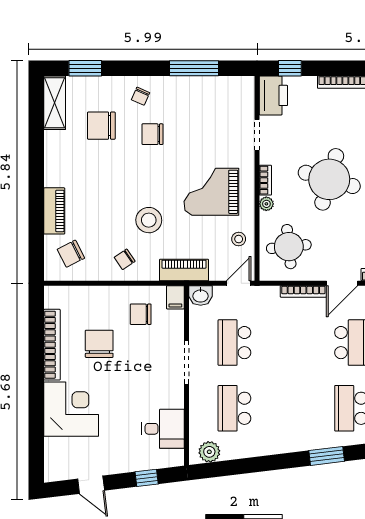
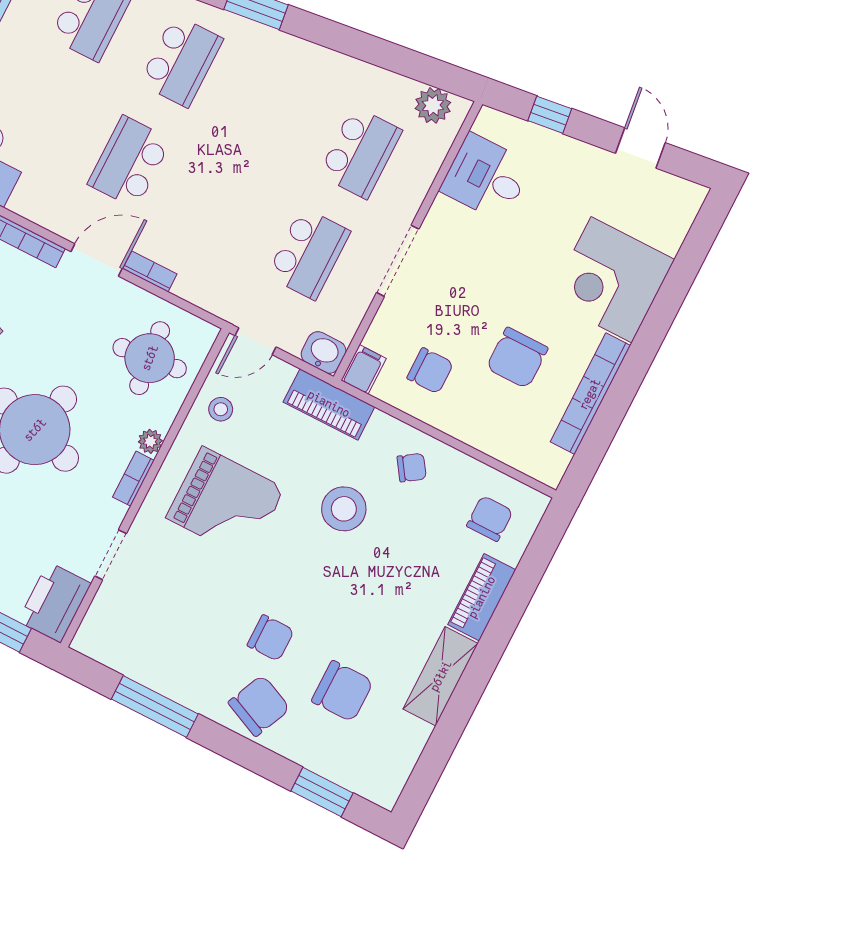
chair: (141, 96) -> (259, 706), width x1.87, depth x1.87
shelving: (55, 103) -> (441, 676), moved
chair: (71, 254) -> (490, 519), turned -63
bookcase: (303, 291) -> (150, 271), width x0.64

